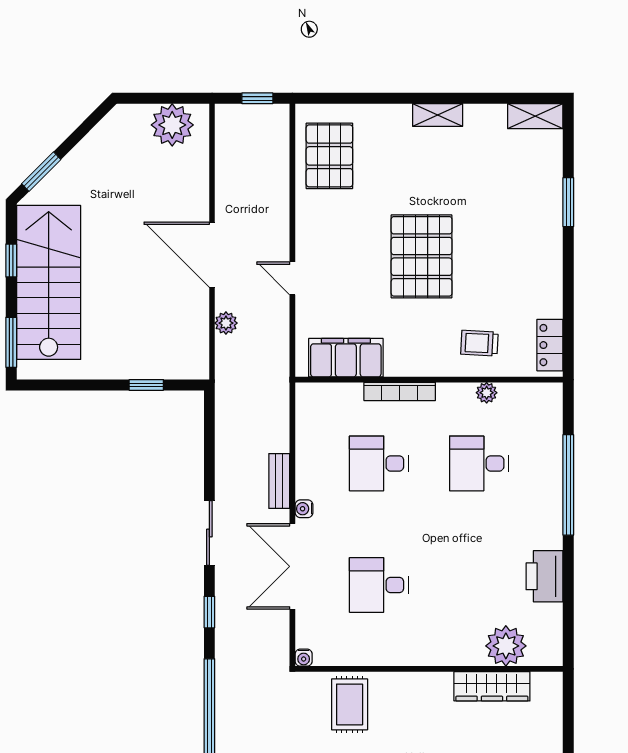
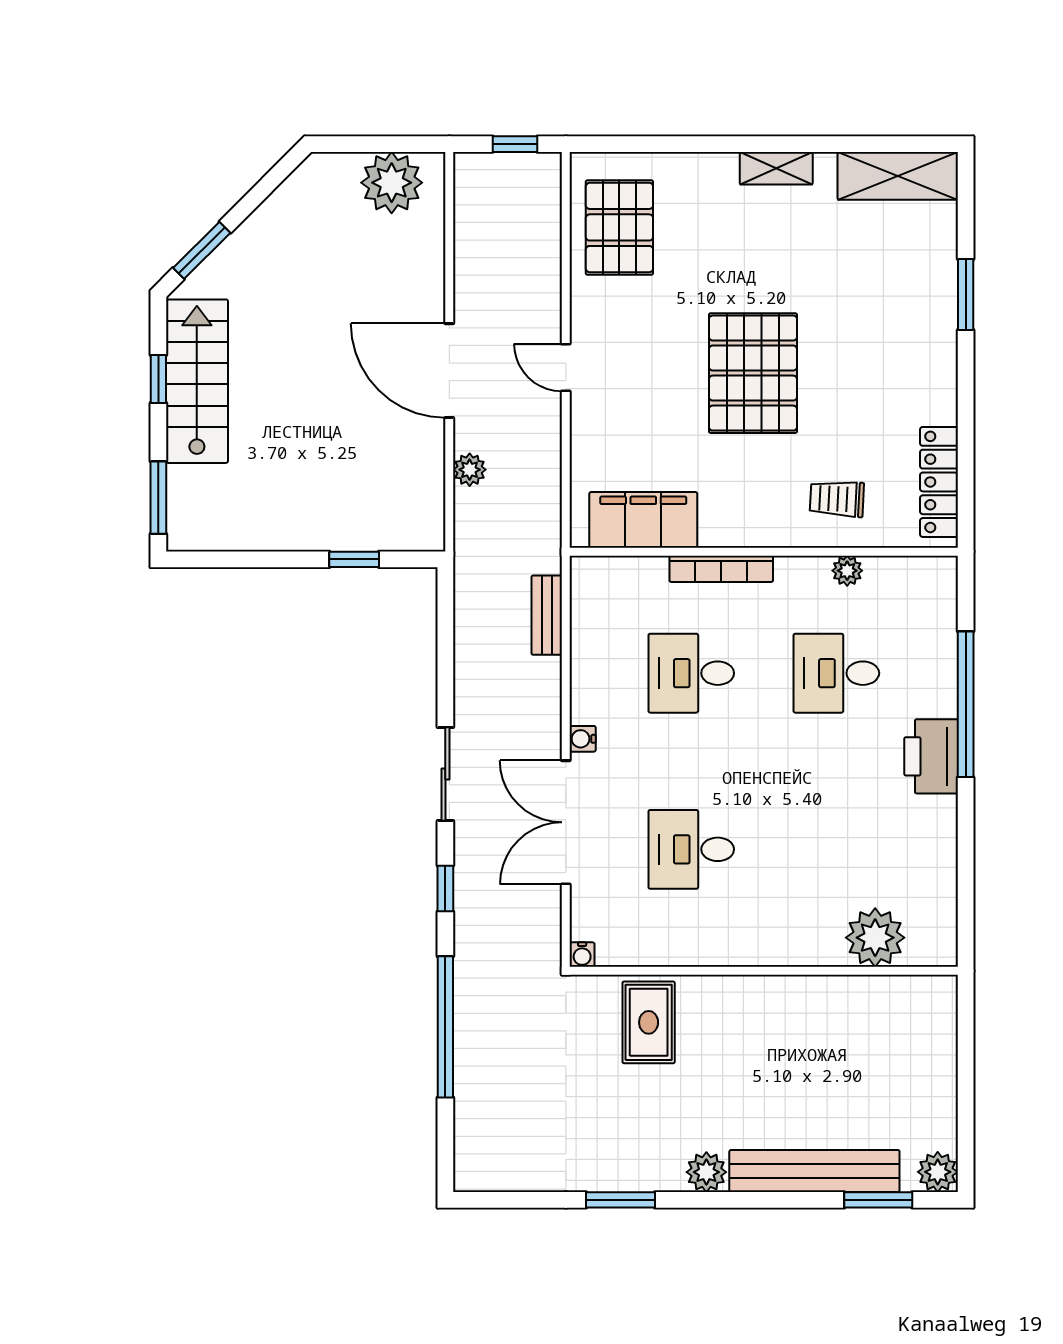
shelving: (535, 116) -> (898, 176), width x1.50, depth x1.33
door: (292, 278) -> (566, 368), moved
stairs: (49, 282) -> (197, 381), width x0.73, depth x0.66
locker: (550, 345) -> (939, 482), width x1.53
bench: (279, 481) -> (547, 615), moved
printer: (544, 576) -> (931, 756), moved
wardrobe: (492, 686) -> (855, 996), removed

